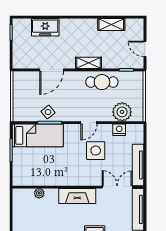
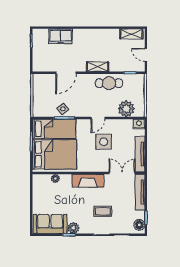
shelving: (111, 24) -> (131, 34), moved
nightstand: (119, 130) -> (139, 124), moved
bed: (38, 165) -> (54, 154), added

